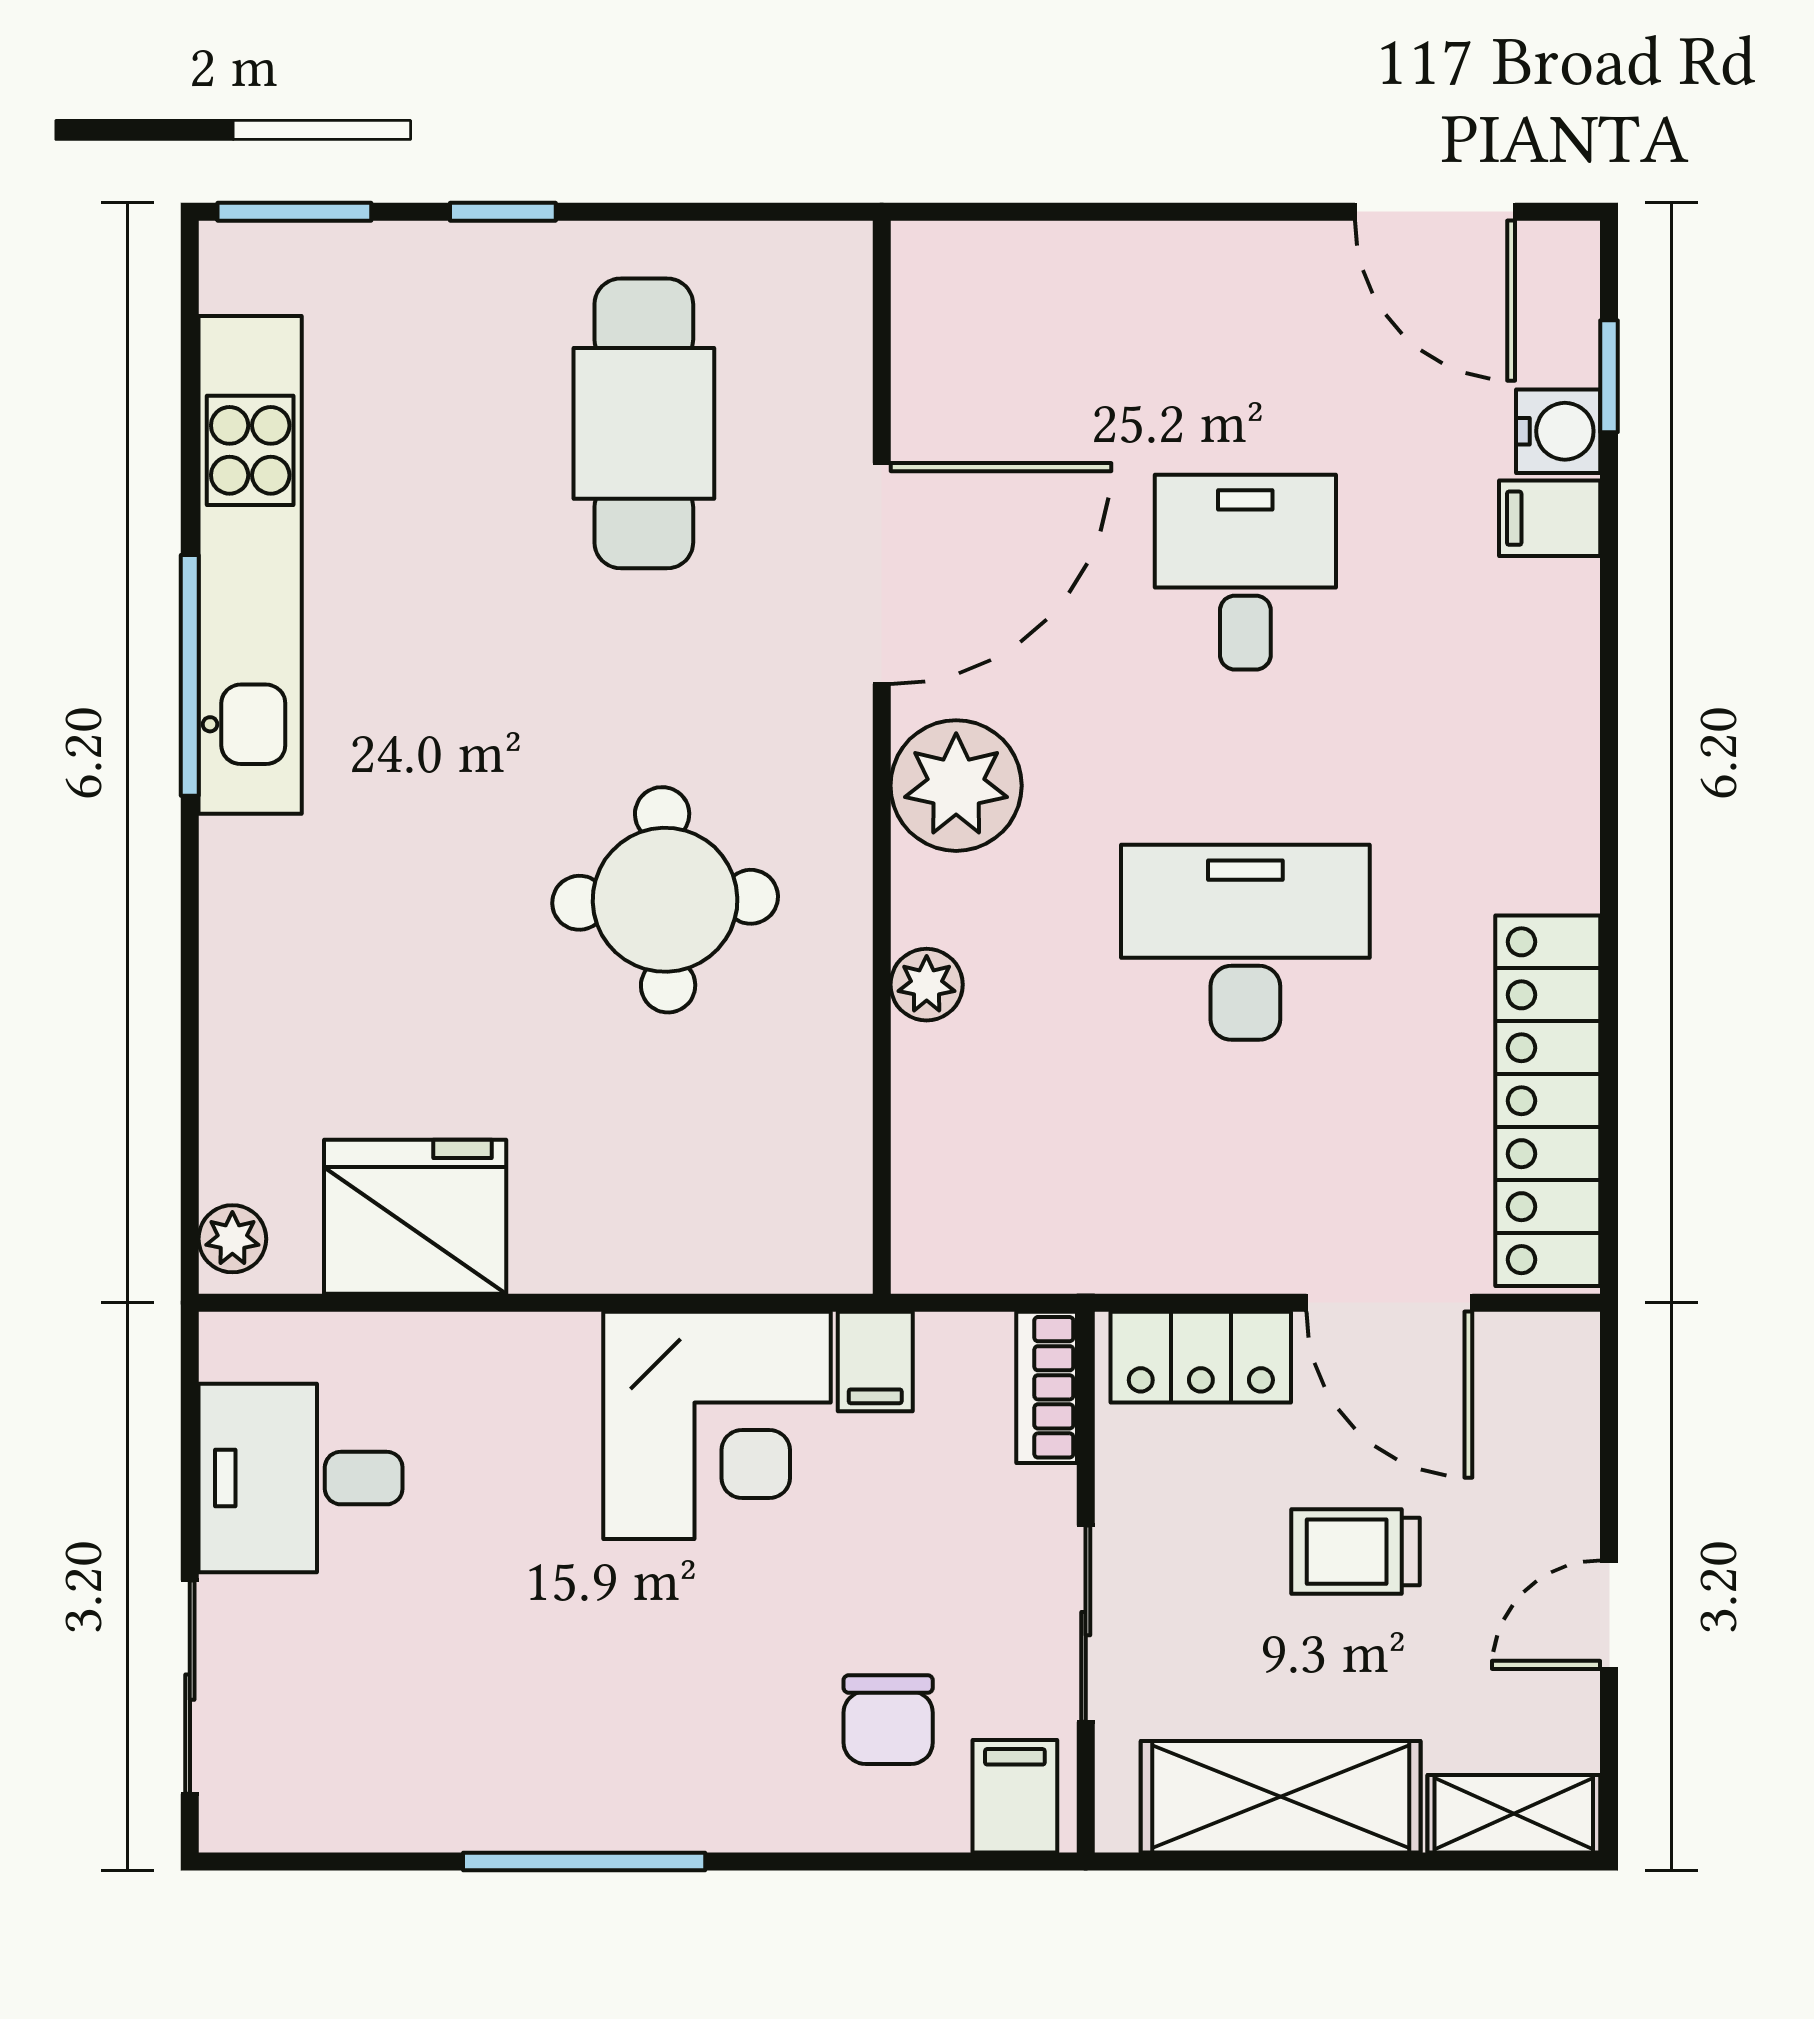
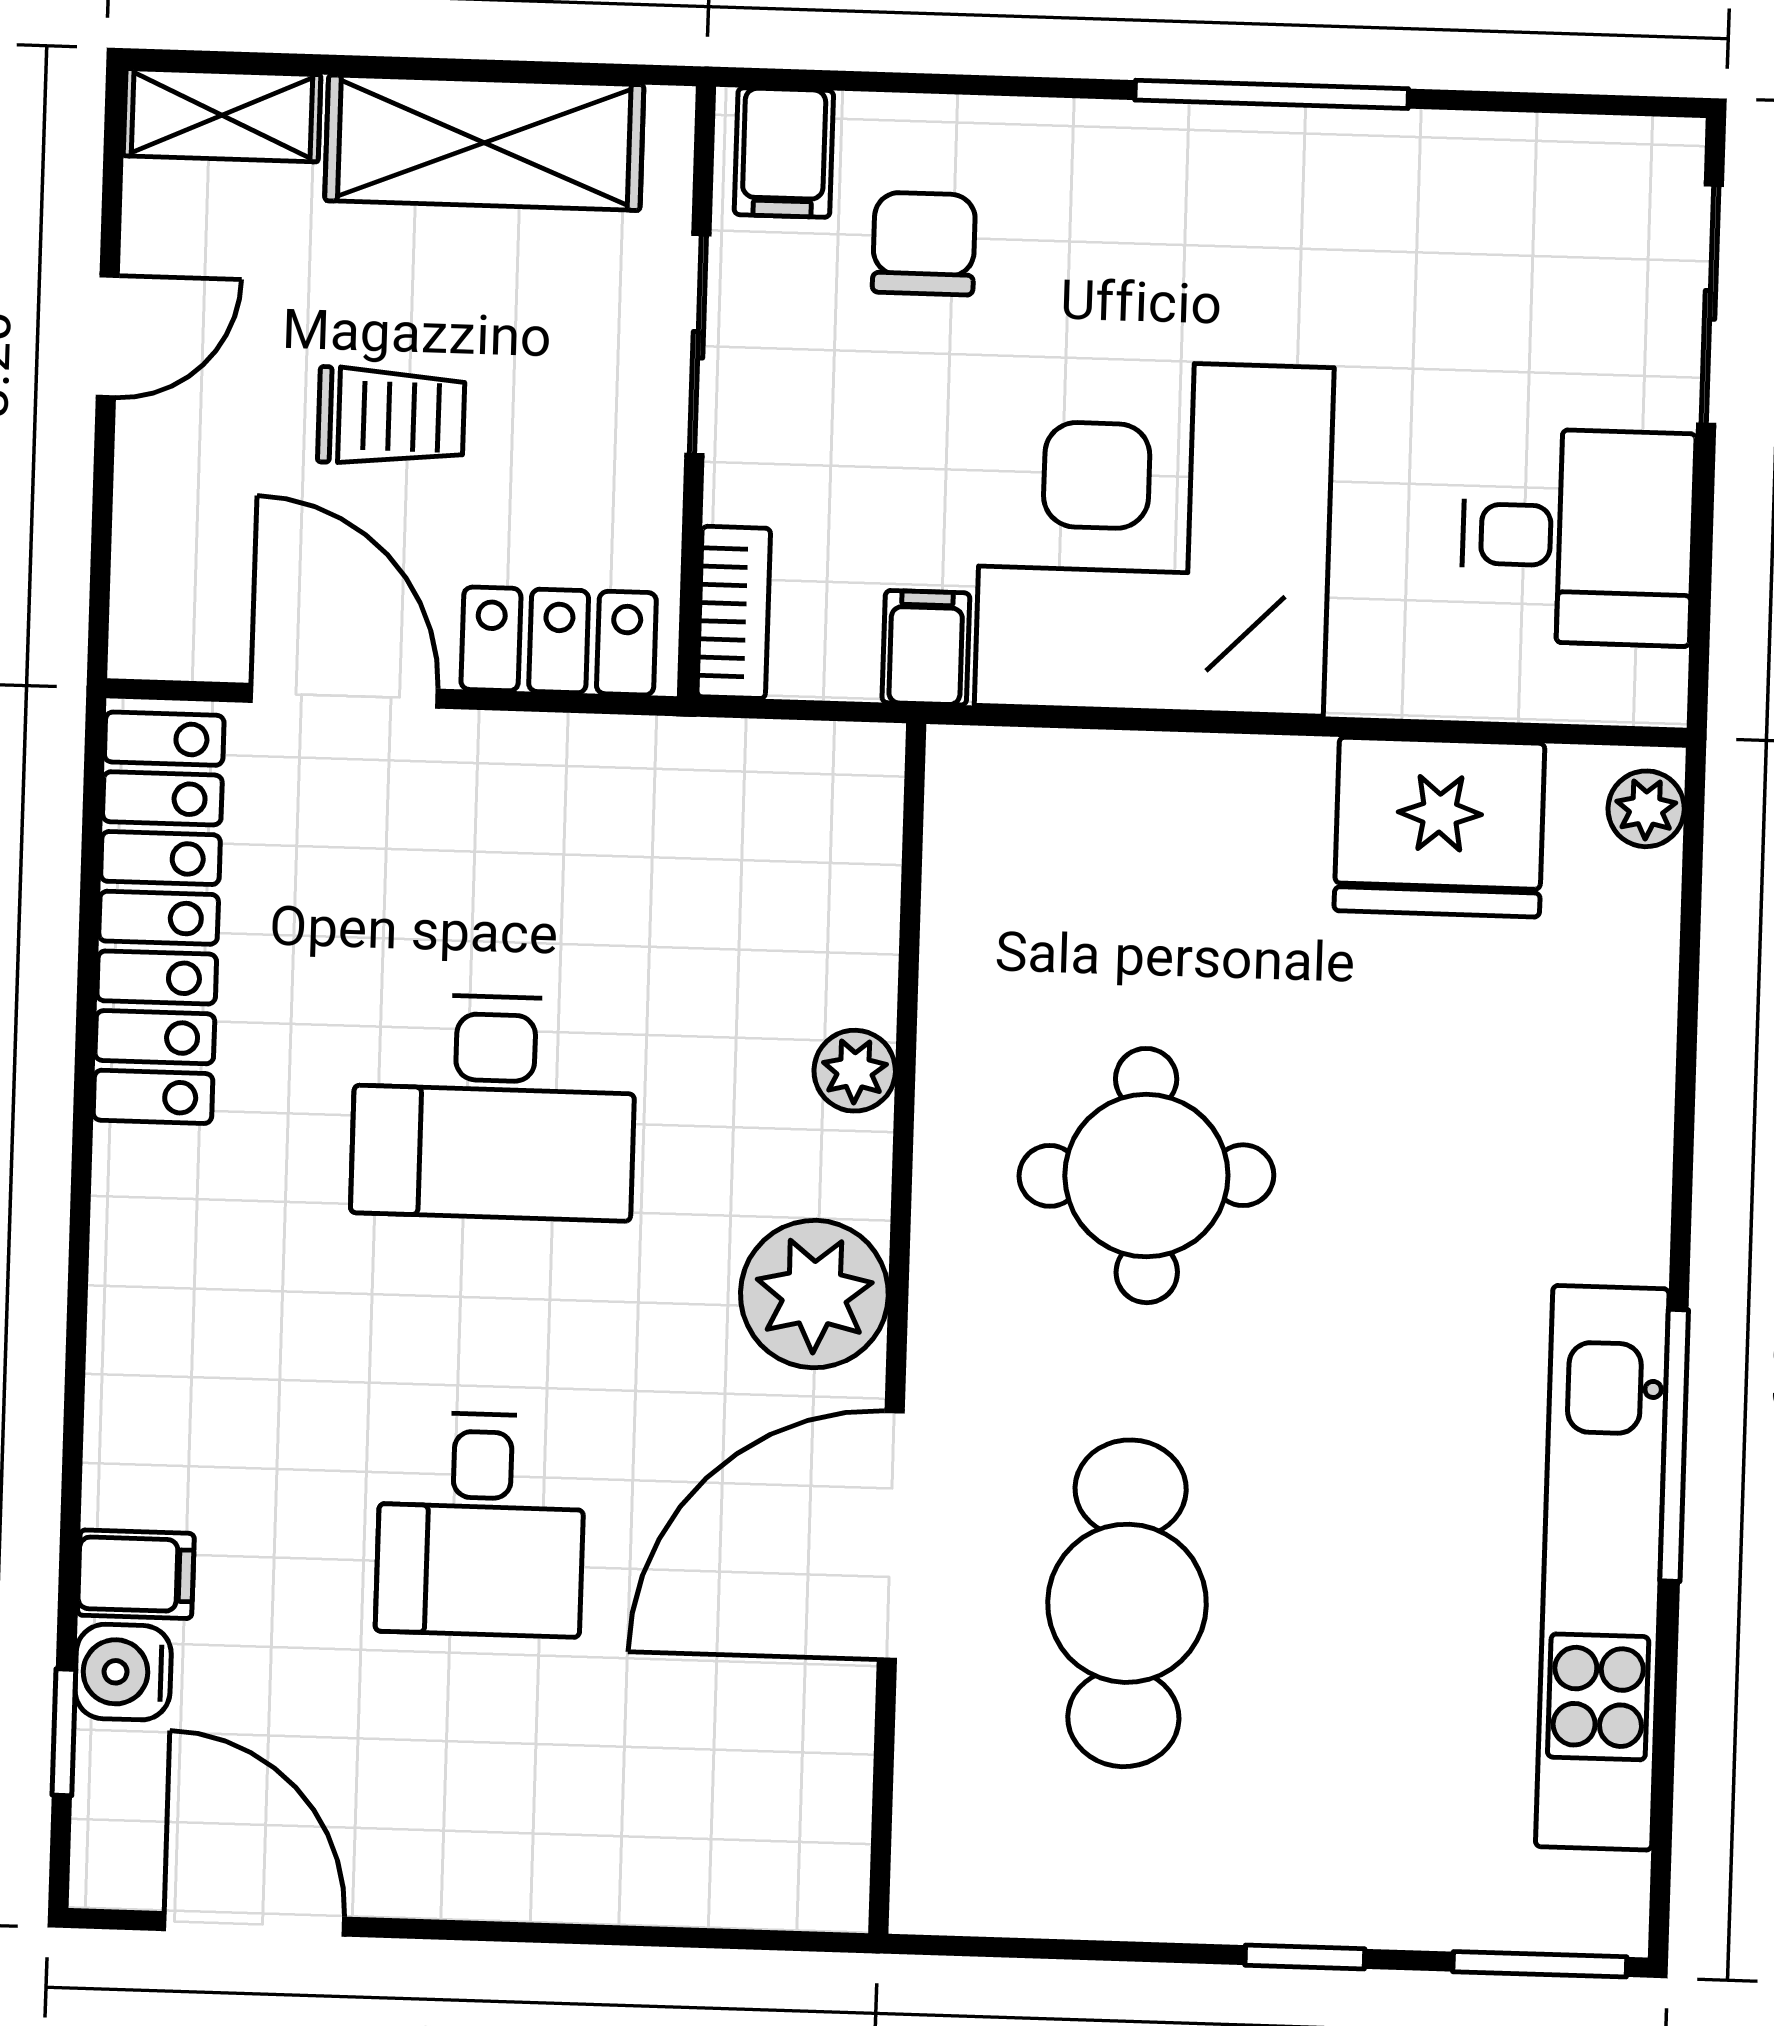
cafe table: (644, 423) -> (1127, 1603), moved
corner desk: (717, 1425) -> (1154, 537), width x1.36, depth x1.36

